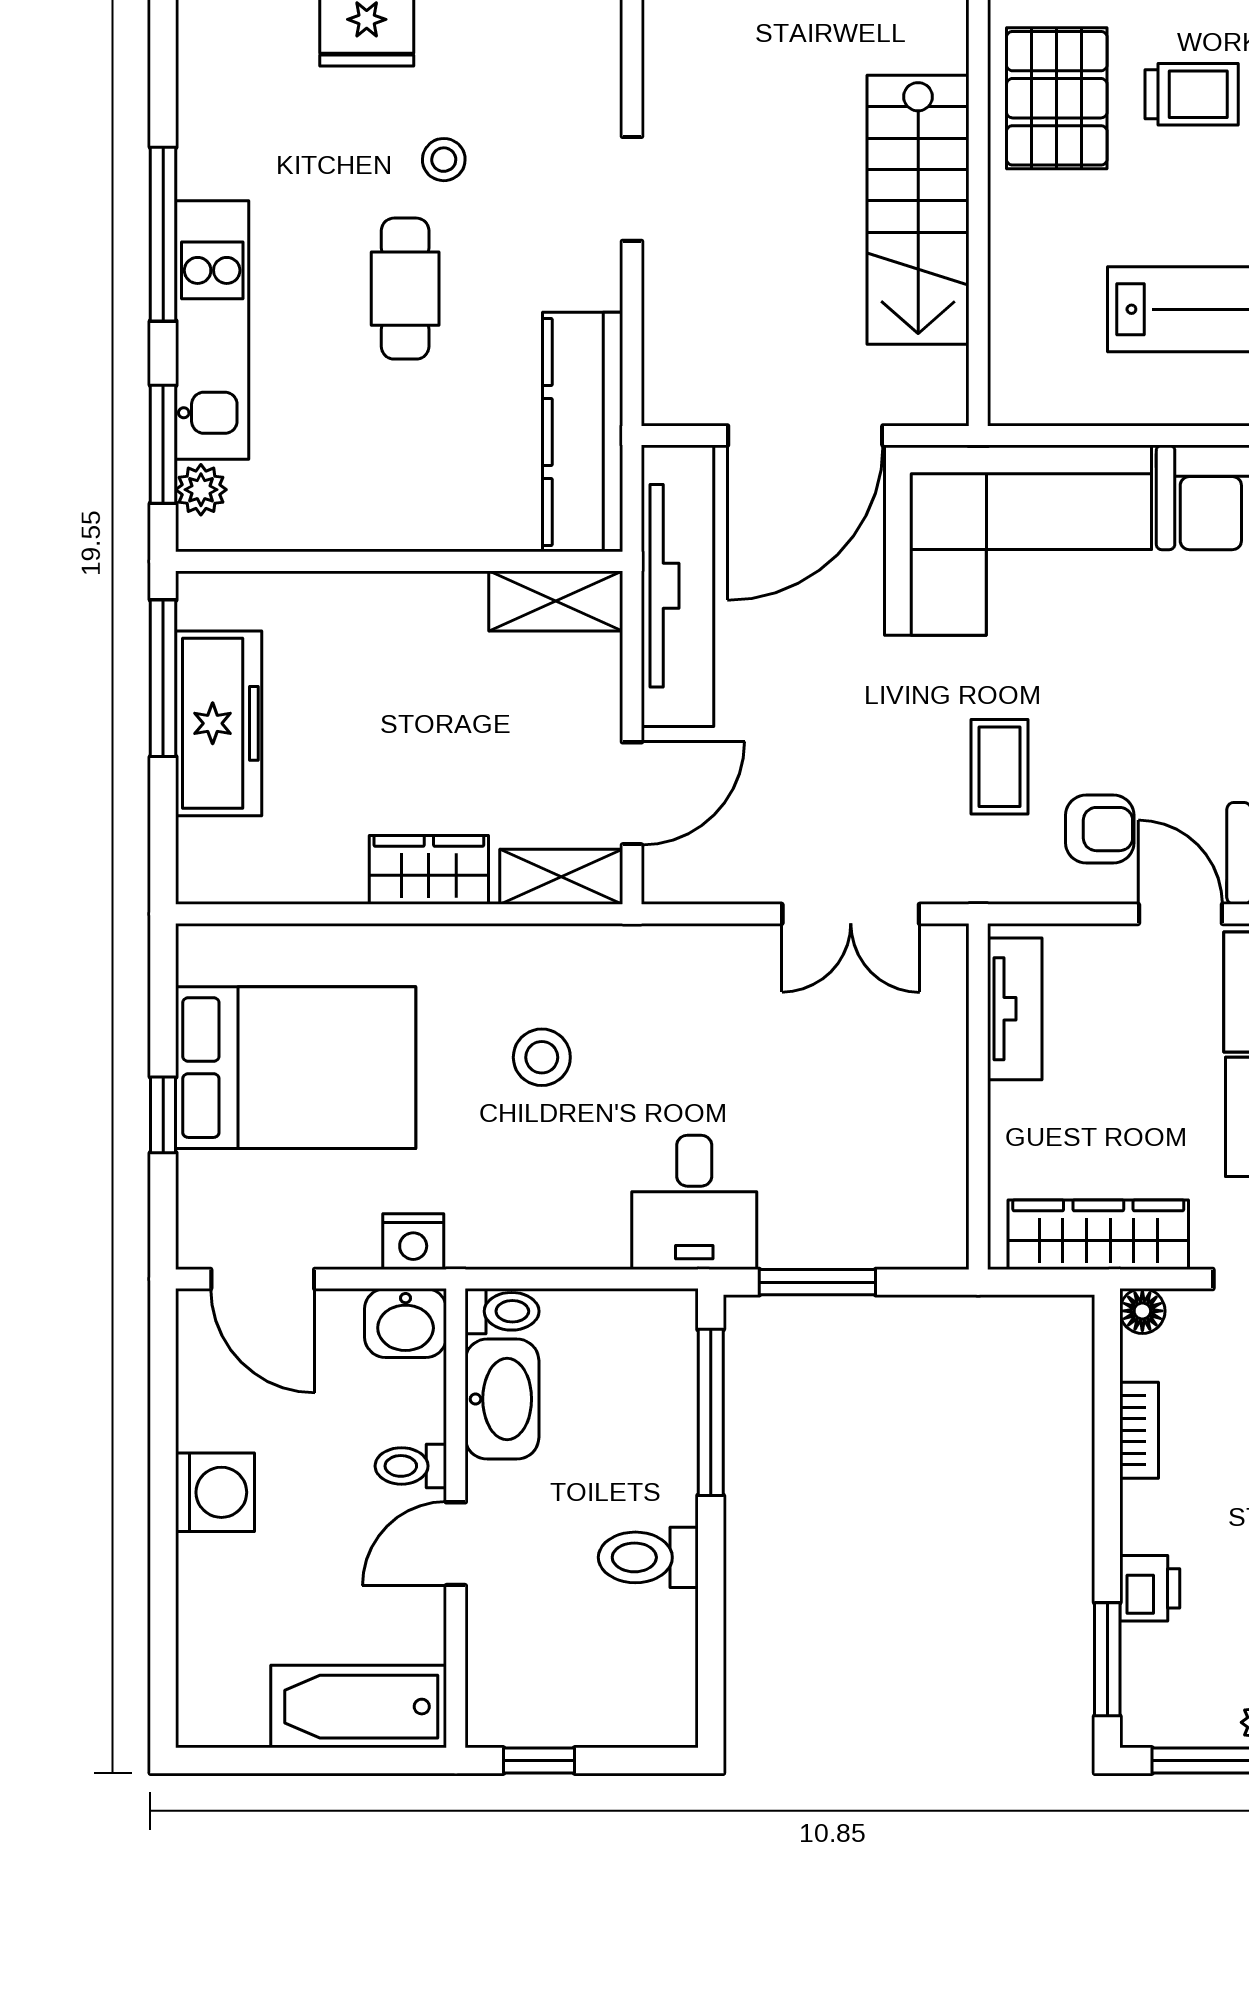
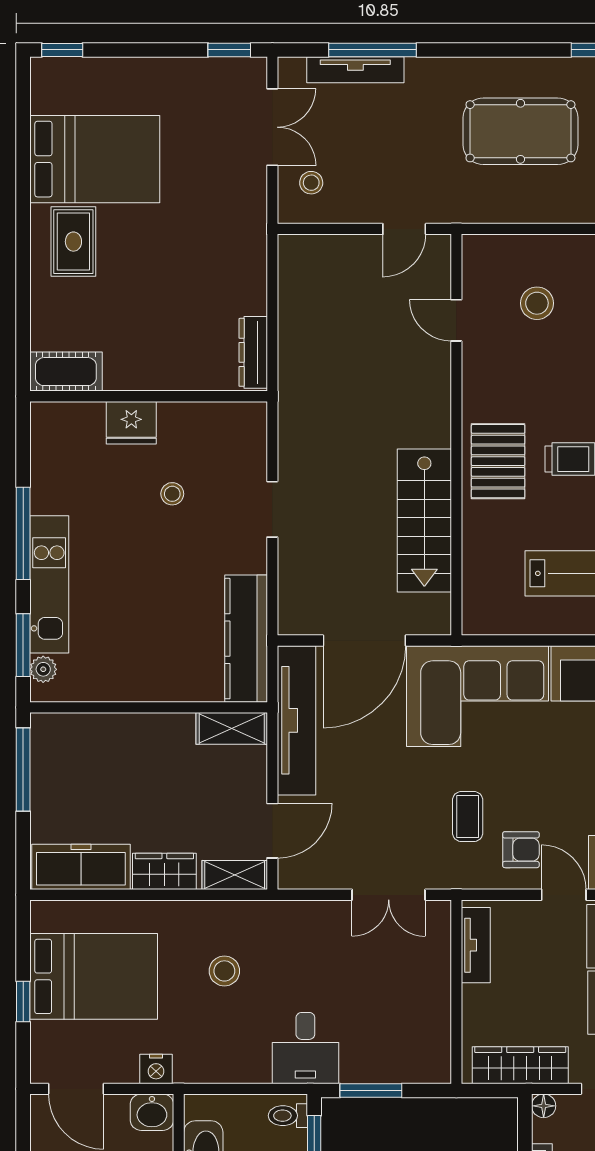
cafe table: (405, 289) -> (152, 562), removed
freezer: (219, 723) -> (81, 867), moved, turned -90
toilet: (502, 1311) -> (288, 1116), moved, turned 180

